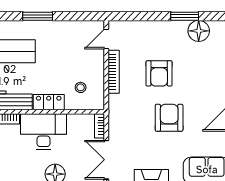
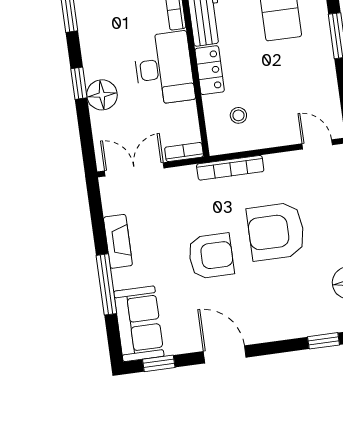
bookcase: (114, 72) -> (230, 168), moved
armchair: (159, 73) -> (276, 231), width x1.36, depth x1.36

